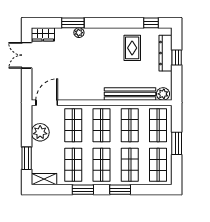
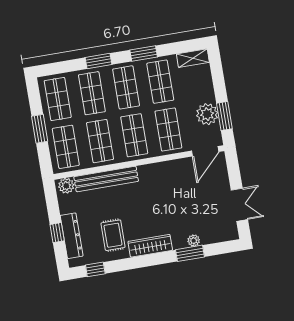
plant: (79, 33) -> (194, 241), moved
wardrobe: (43, 34) -> (150, 246), moved, width x1.50
window: (27, 158) -> (224, 116), moved

